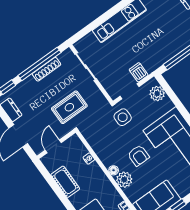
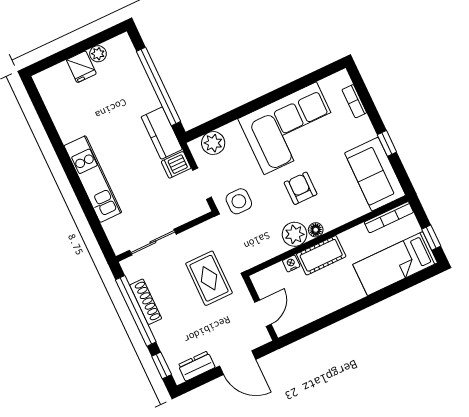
kitchen counter: (157, 59) -> (162, 133), added
door: (53, 146) -> (263, 313), swing flipped
armchair: (138, 156) -> (301, 188), turned -90
plant: (124, 180) -> (295, 234), moved
cot: (65, 182) -> (321, 255), moved

